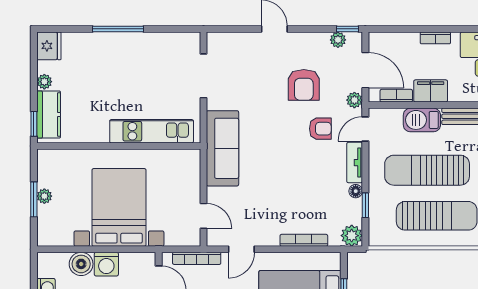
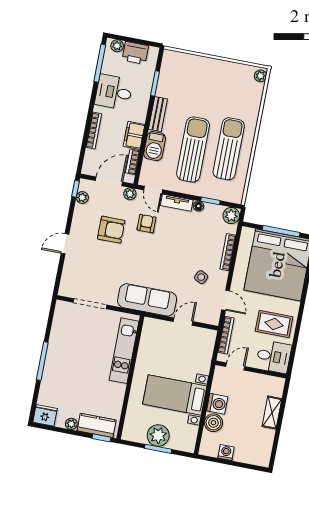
bookcase: (435, 38) -> (94, 130), width x1.56
sun lounger: (427, 170) -> (193, 149), turned 180
plant: (44, 196) -> (158, 435), width x1.88, depth x1.88
bed with nightstands: (119, 207) -> (175, 395), width x0.73
side table: (265, 212) -> (201, 277), added
door: (203, 216) -> (183, 322), moved

